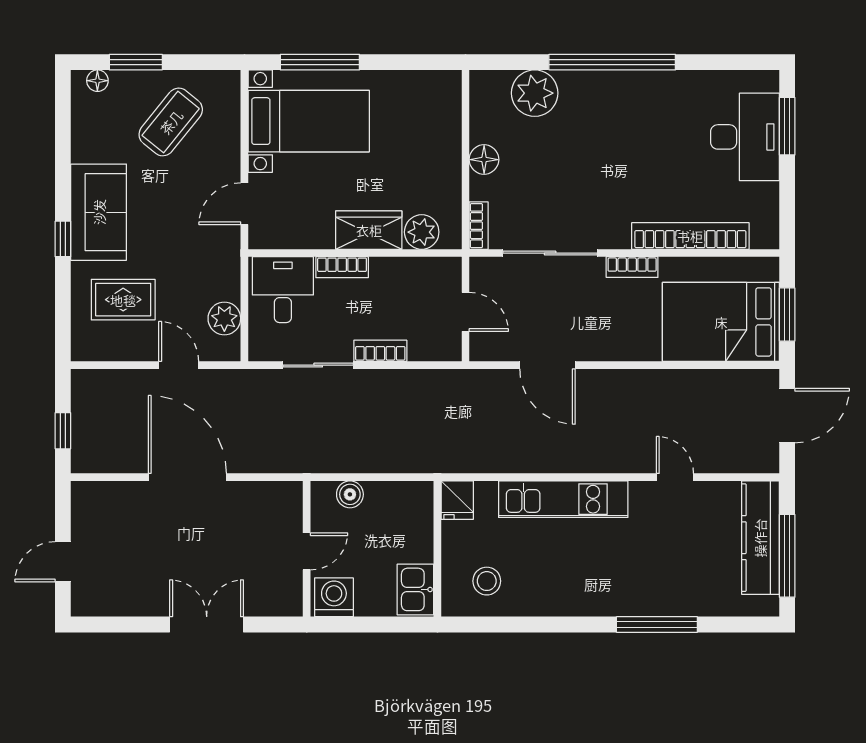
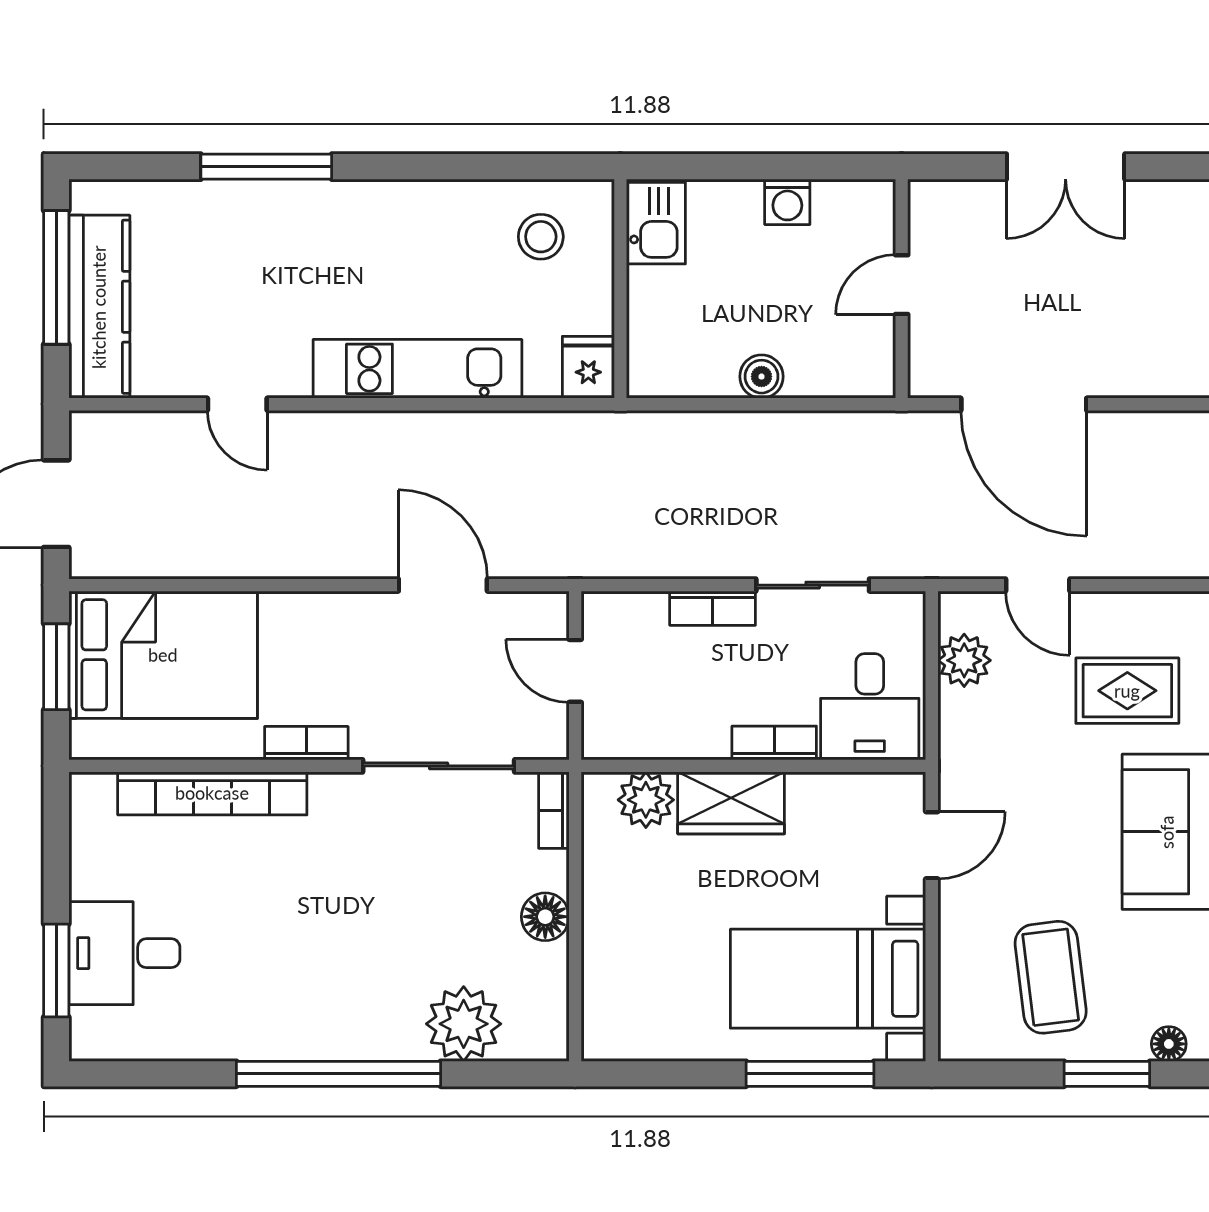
coffee table: (171, 122) -> (1051, 977), turned -46
desk: (745, 137) -> (124, 953), width x0.73
wall: (307, 549) -> (902, 289), moved
door: (307, 551) -> (902, 285), moved
washing machine: (334, 597) -> (787, 202), width x0.73, depth x0.73
double door: (207, 624) -> (1066, 167), moved

